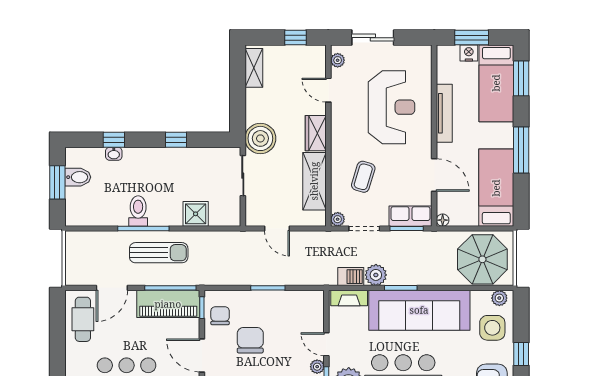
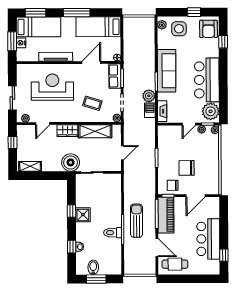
shower: (196, 214) -> (83, 215), moved
parasol: (482, 259) -> (140, 35), removed
sofa: (419, 310) -> (167, 71), width x0.74, depth x0.79

